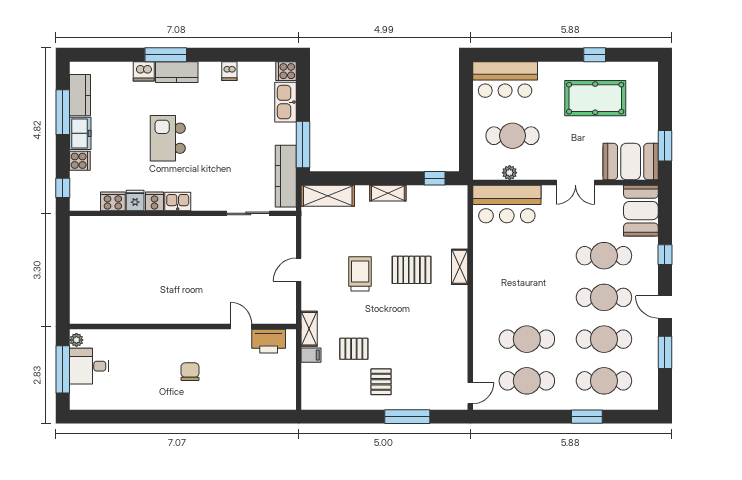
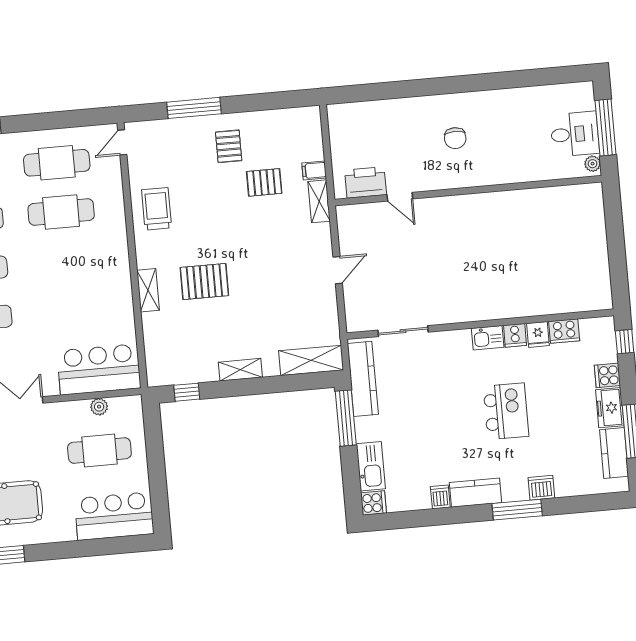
kitchen counter: (177, 72) -> (476, 493), moved
trolley: (360, 274) -> (157, 209), moved, turned 180

